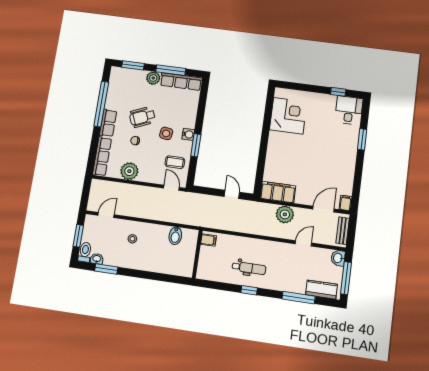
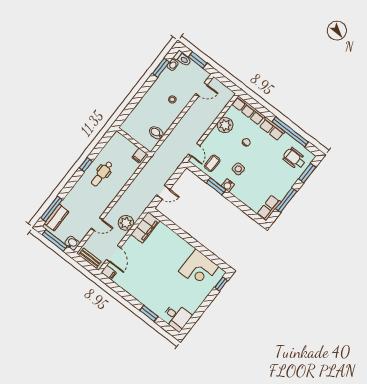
plant: (153, 78) -> (288, 183), removed
row of seats: (181, 82) -> (269, 208), width x0.68
window: (338, 92) -> (221, 284), moved
wheelchair: (142, 117) -> (294, 159), moved, turned -67
door: (171, 188) -> (194, 150), hinge flipped
door: (106, 215) -> (202, 89), hinge flipped
door: (303, 243) -> (97, 224), hinge flipped
window: (299, 298) -> (52, 209), moved

